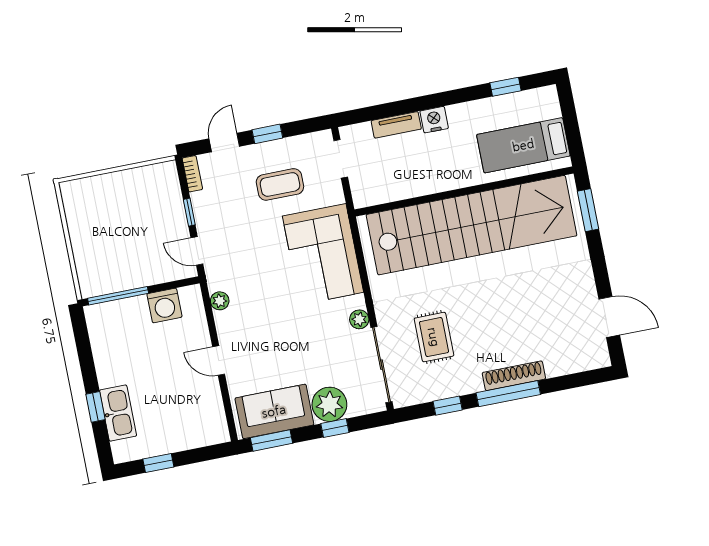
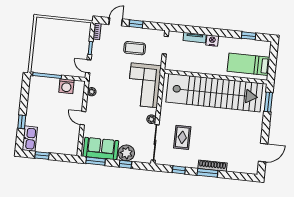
door: (609, 317) -> (263, 153), hinge flipped
window: (508, 394) -> (207, 173), width x0.69
kitchen sink: (118, 413) -> (30, 139), moved

